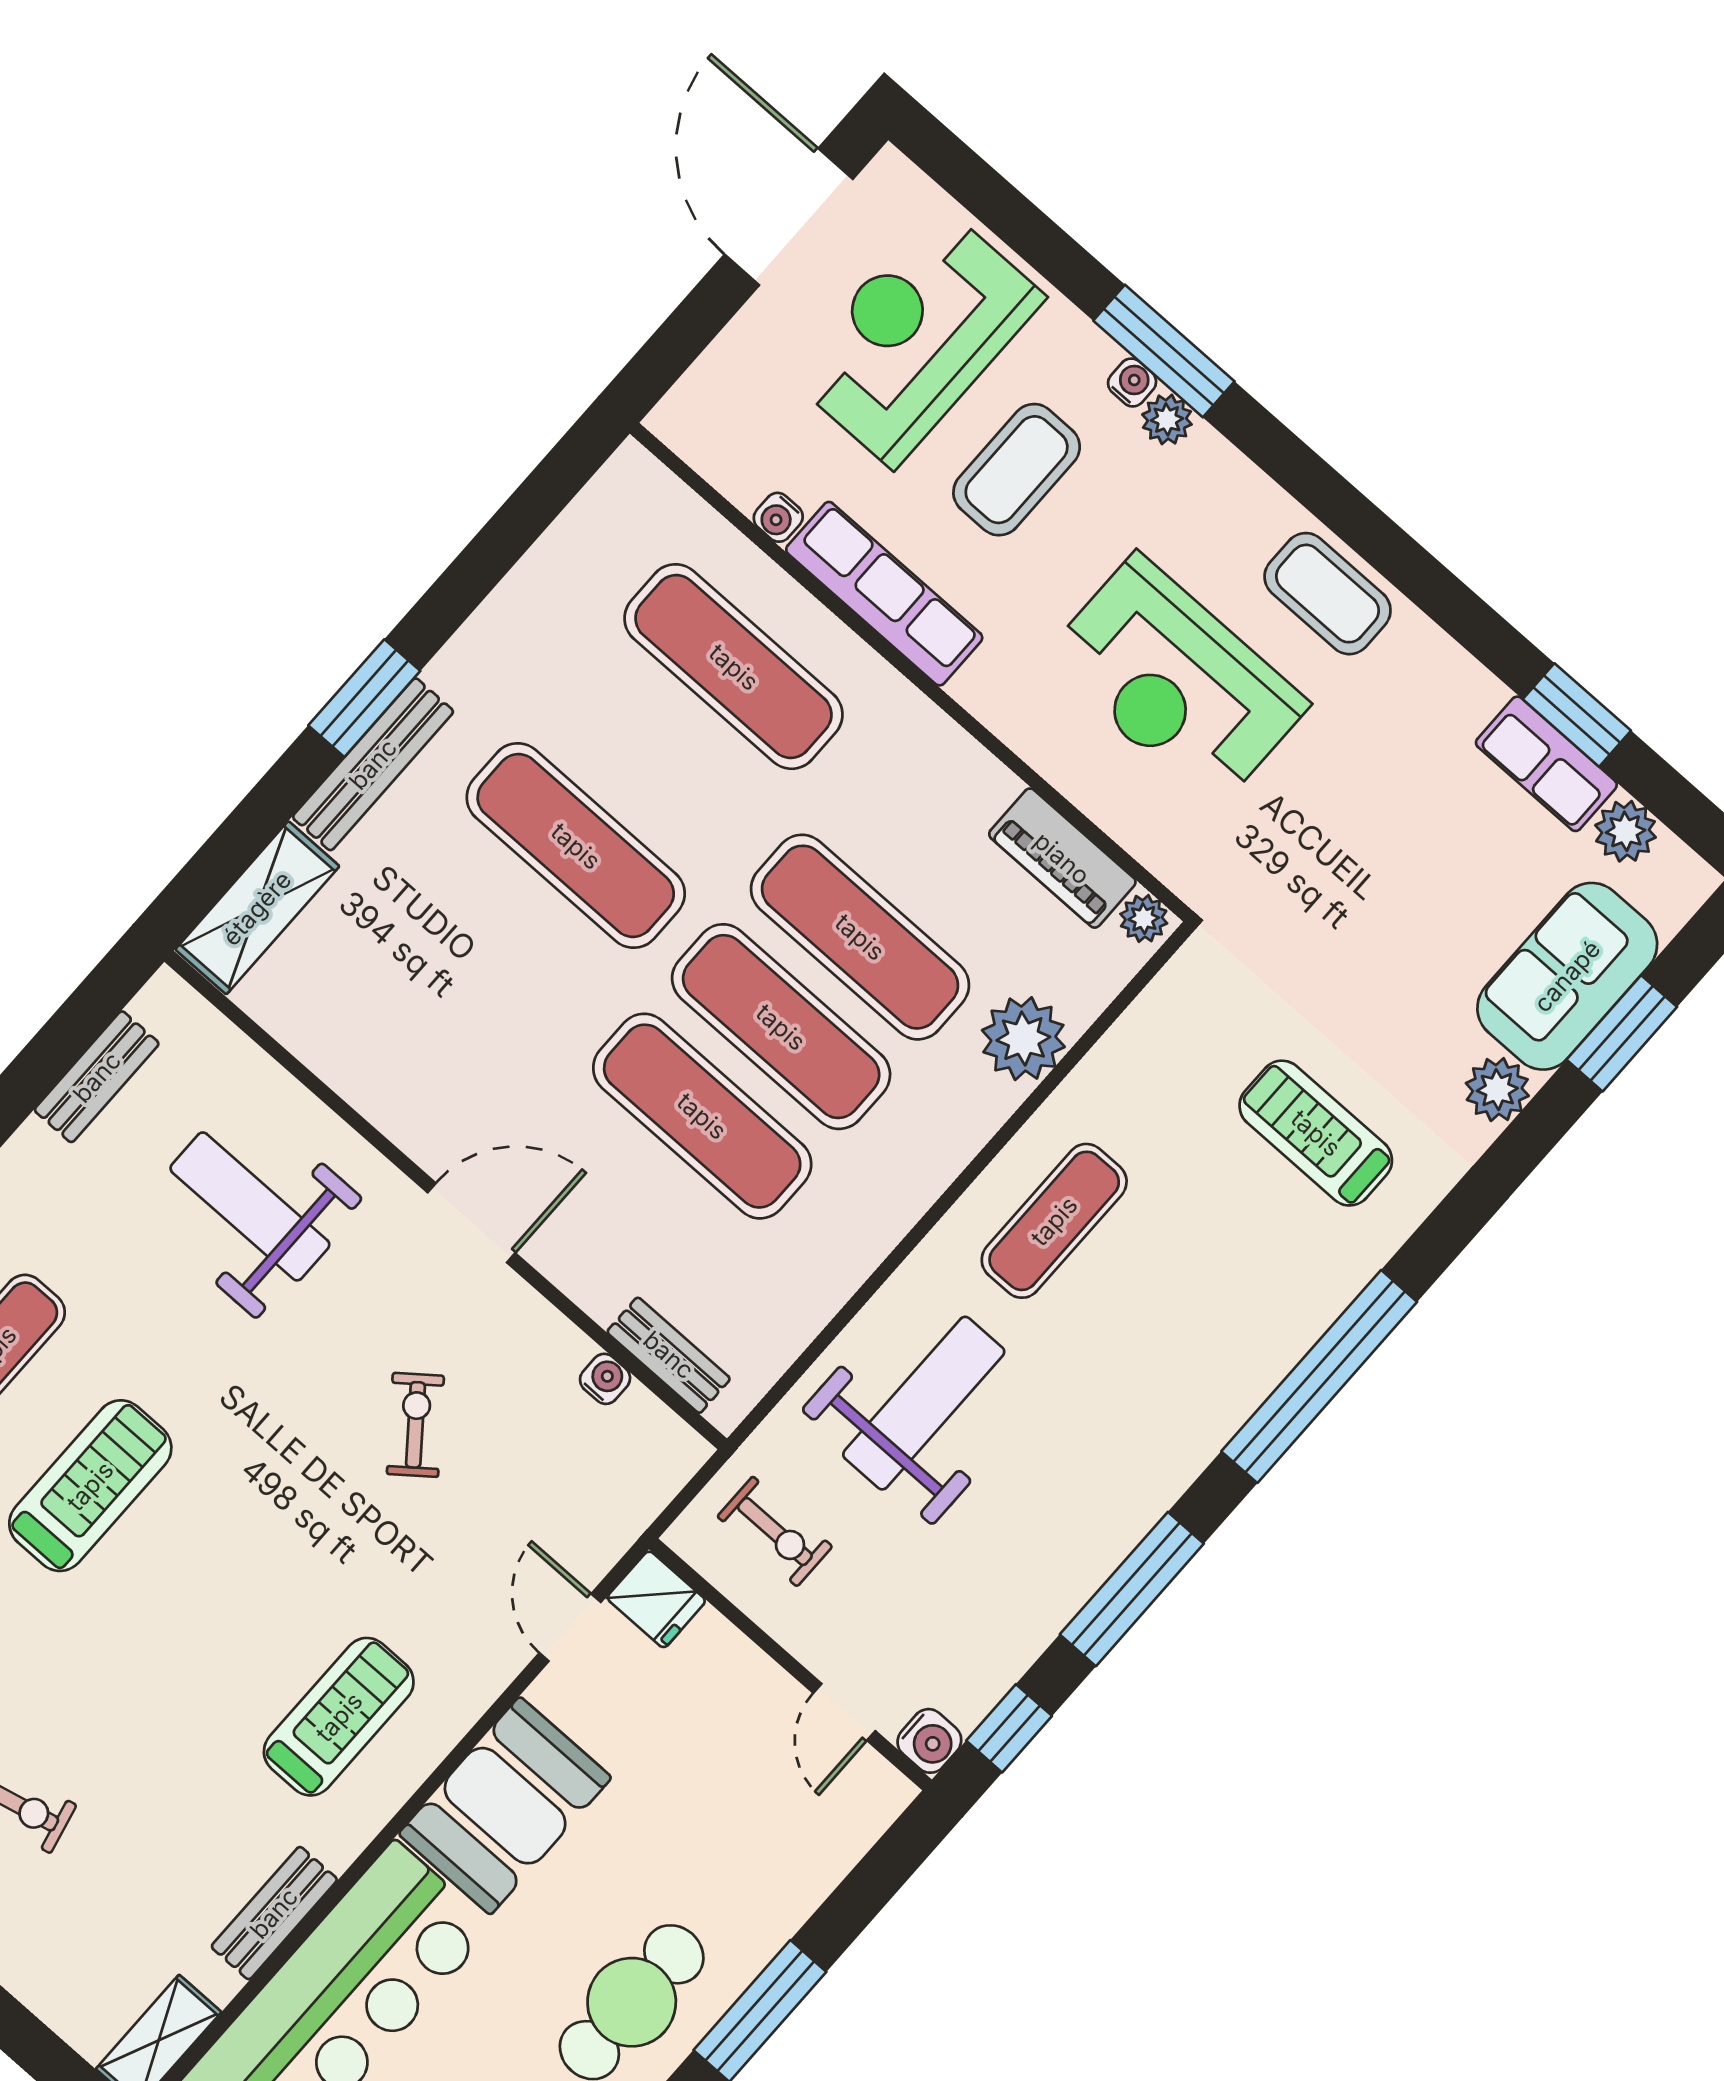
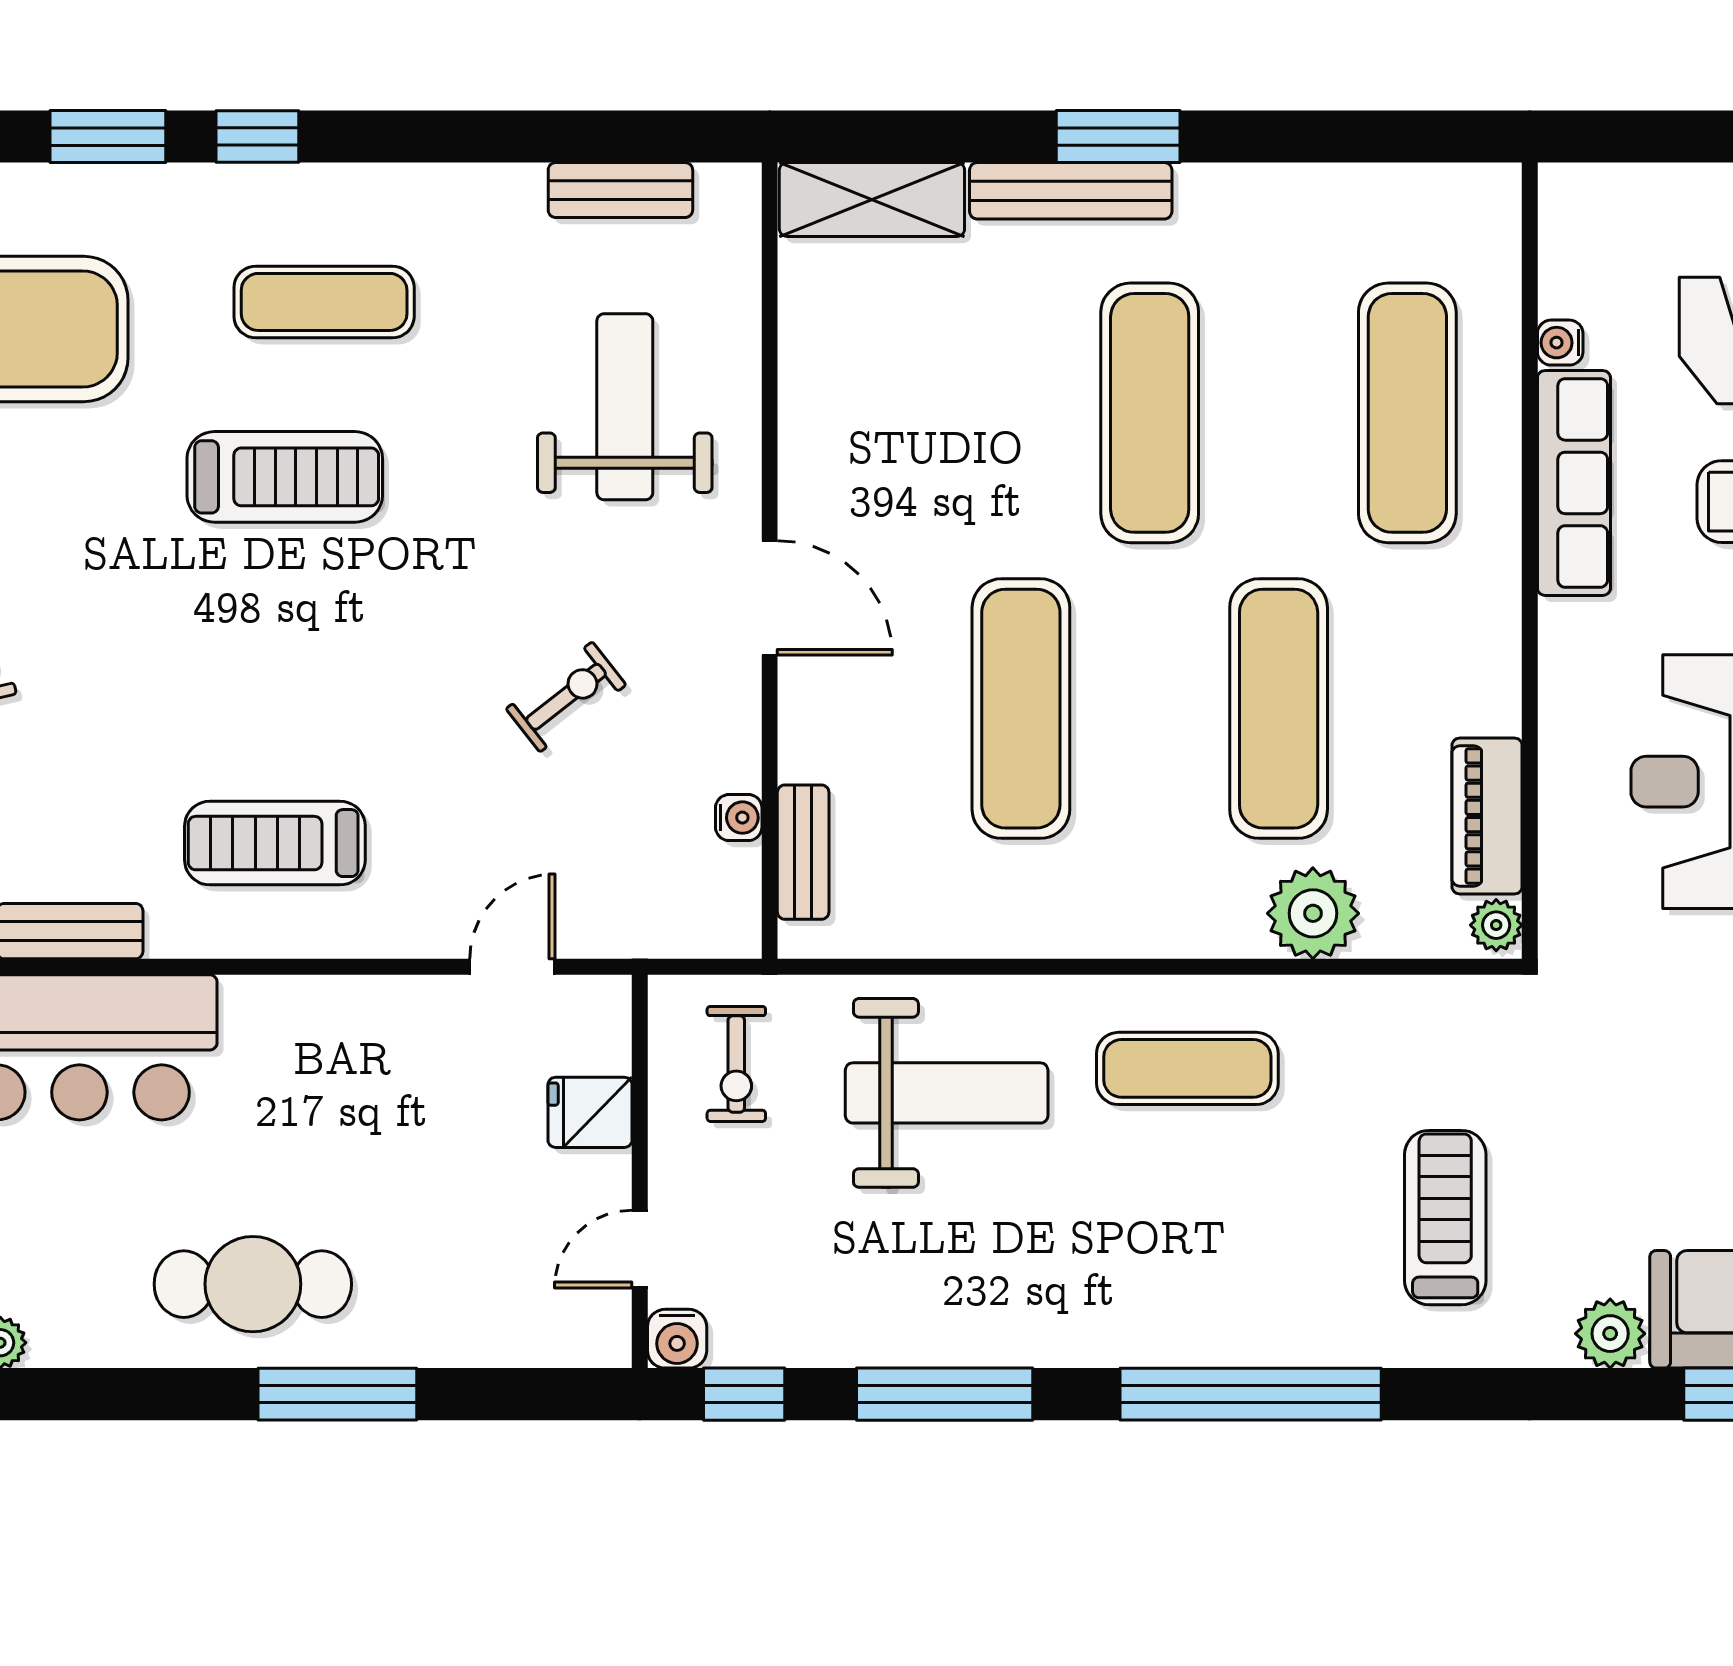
exercise mat: (781, 1027) -> (1150, 709), removed
fridge: (656, 1599) -> (590, 1112), moved, turned 90
treadmill: (339, 1717) -> (275, 843), turned 180
booth: (505, 1806) -> (322, 1041), removed

